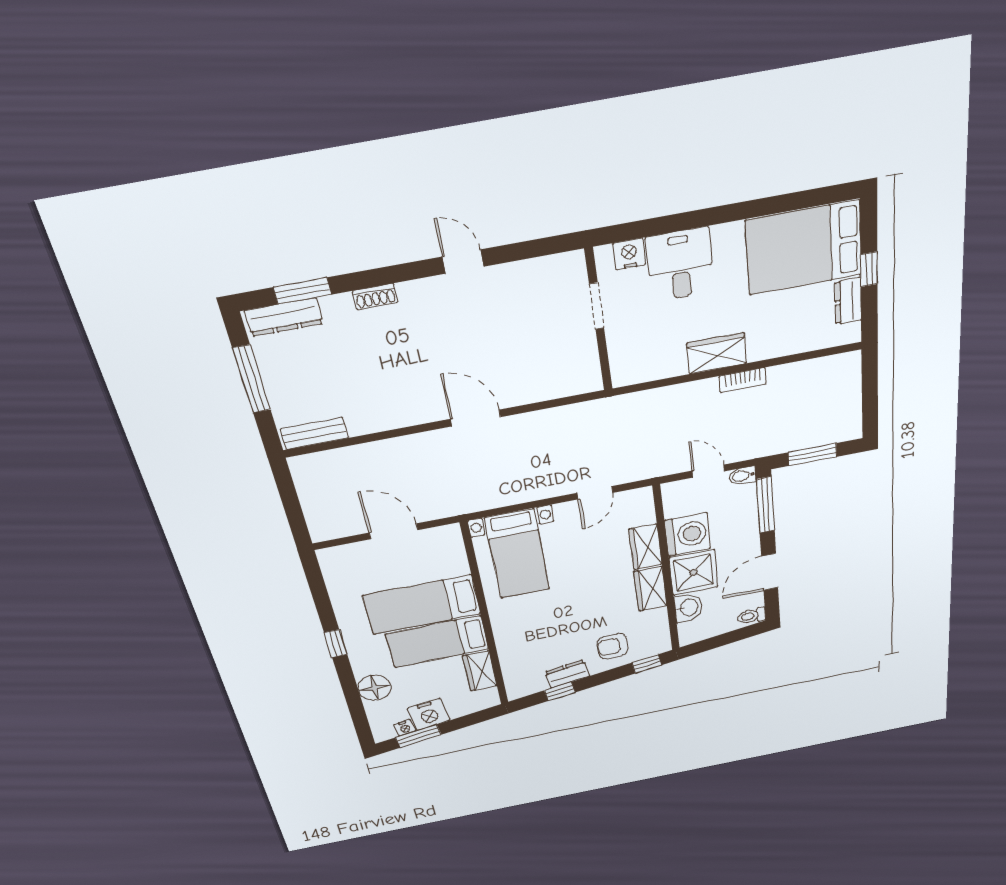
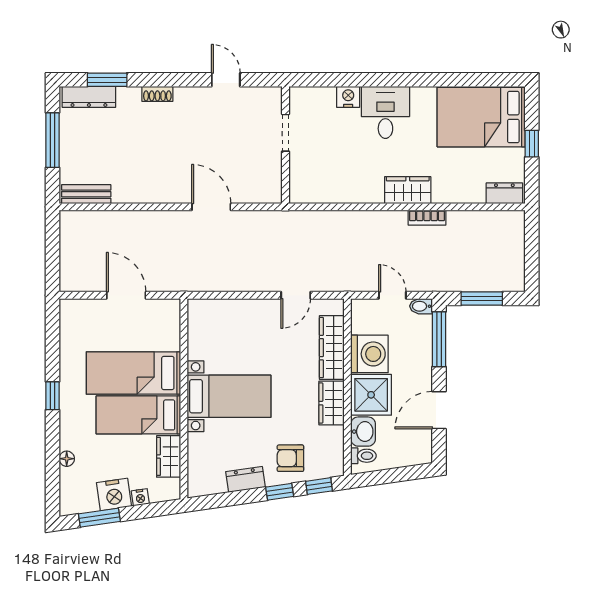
dresser: (848, 301) -> (504, 193), moved, turned 90
doorway: (597, 306) -> (286, 133), moved
wall: (599, 321) -> (286, 145), moved
wardrobe: (645, 547) -> (332, 348), width x1.50
bed with nightstands: (517, 554) -> (229, 396), moved, turned -90
toilet: (752, 616) -> (363, 456), moved, turned 180
floor lamp: (374, 688) -> (67, 459), width x0.53, depth x0.53
window: (560, 691) -> (280, 492), moved
nightstand: (405, 728) -> (140, 497), moved

